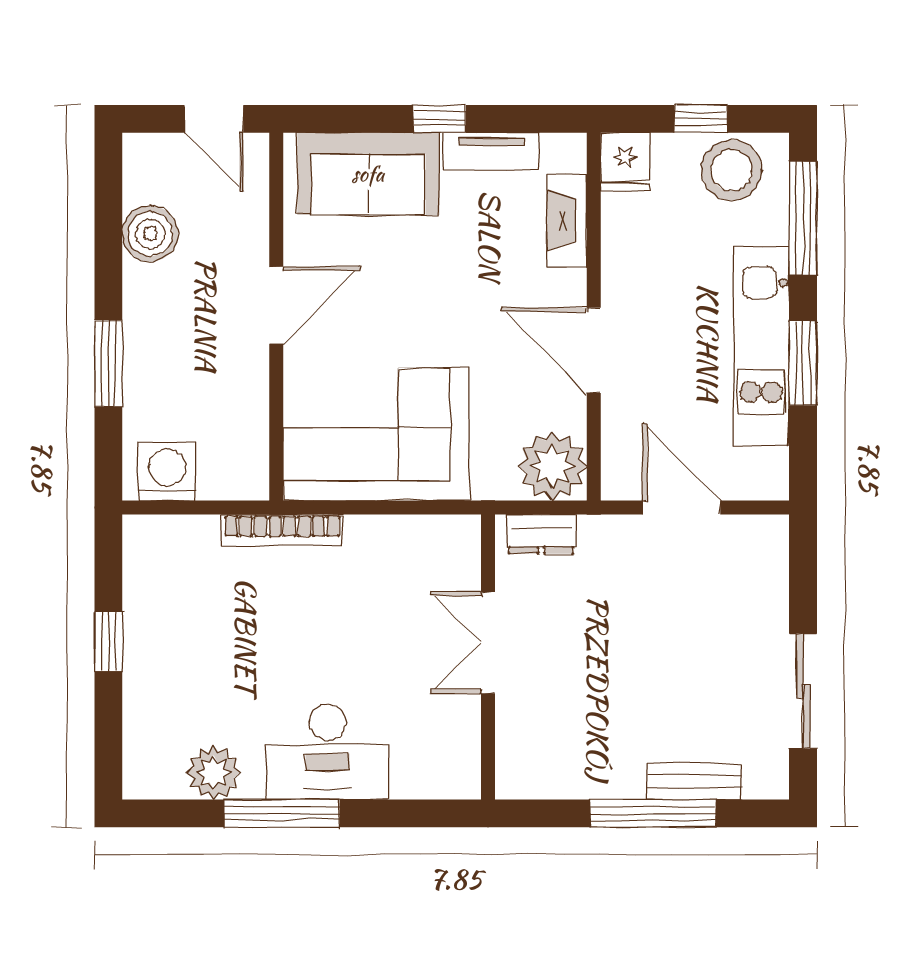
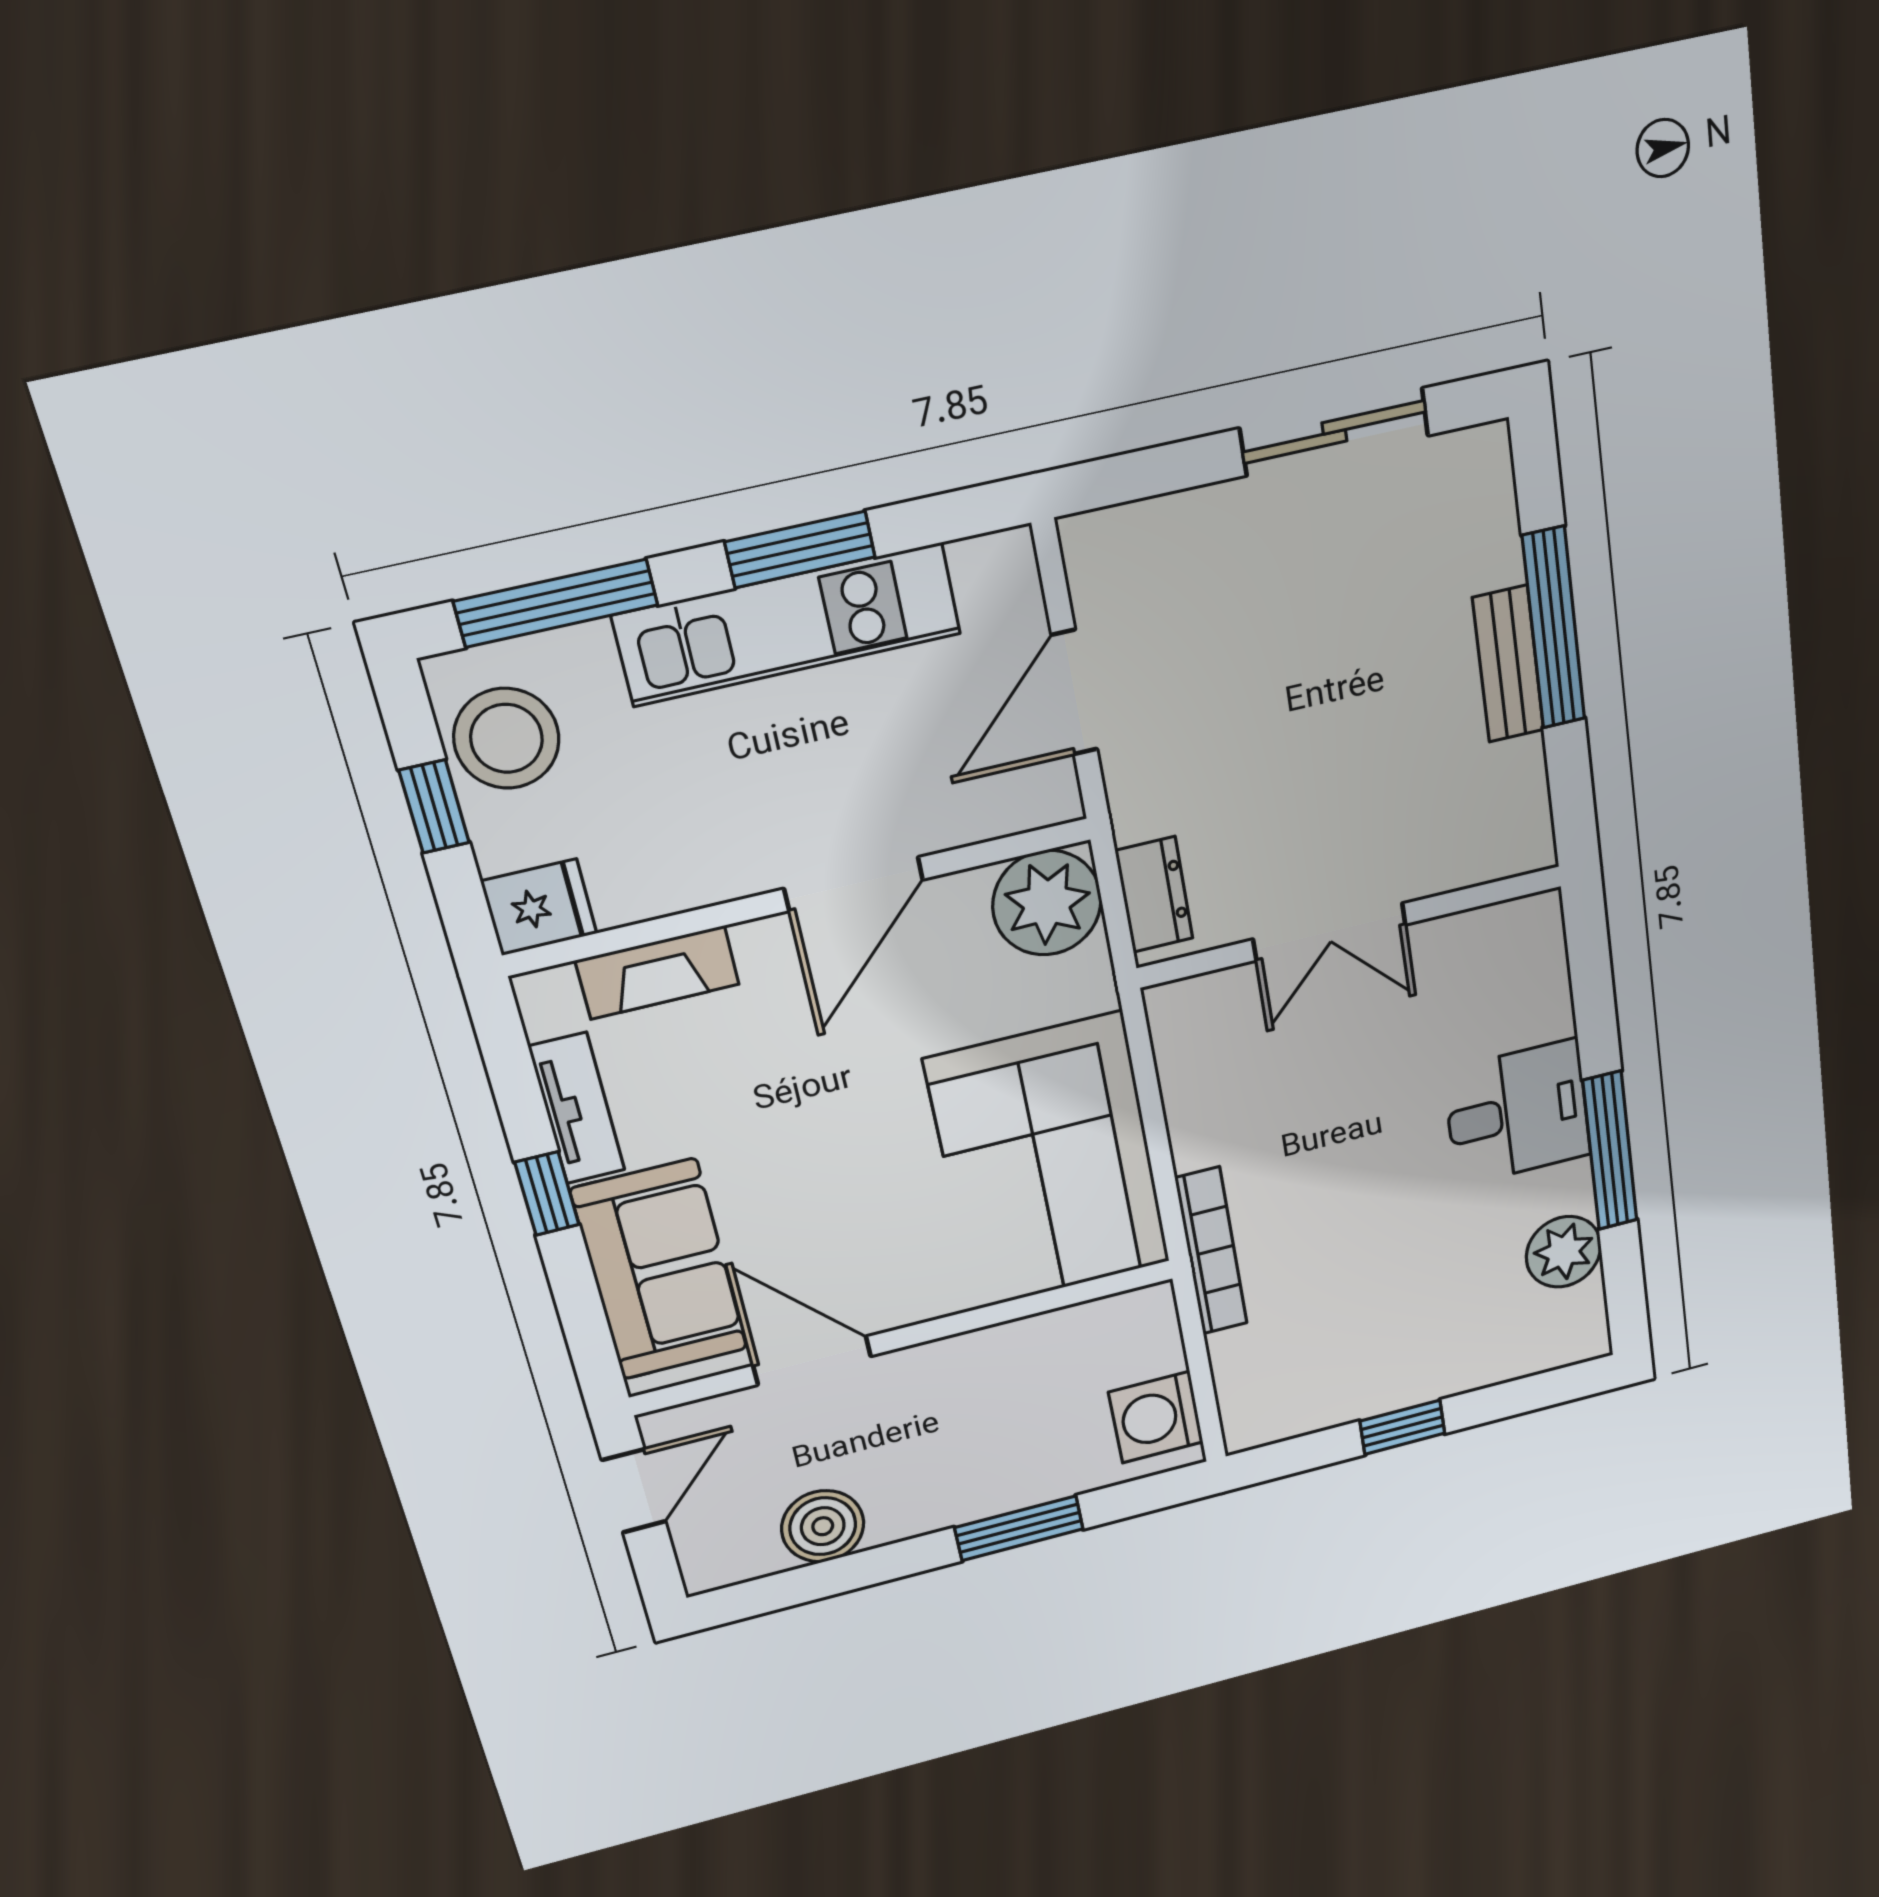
door: (276, 305) -> (812, 1361), moved
desk: (328, 752) -> (1517, 1113), width x0.73
bench: (694, 781) -> (1508, 664), moved

